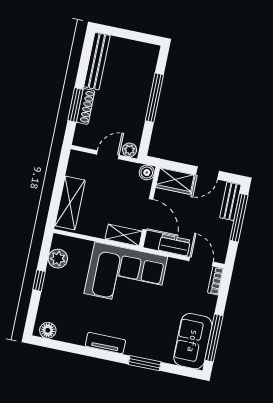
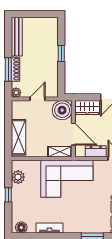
window: (154, 98) -> (61, 53), width x0.46
plant: (129, 150) -> (16, 93), moved
boiler: (147, 173) -> (62, 110), width x1.86, depth x1.86
tv unit: (105, 343) -> (49, 228), moved

